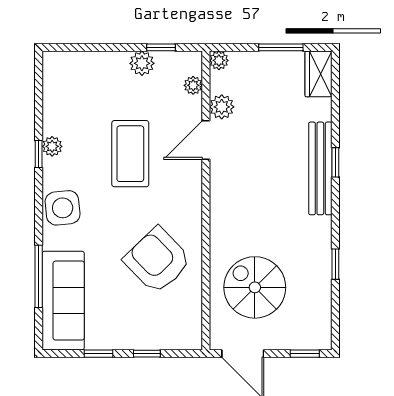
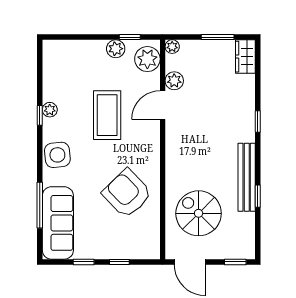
plant: (193, 85) -> (147, 59), width x1.88, depth x1.88
bench: (320, 168) -> (247, 177), moved

